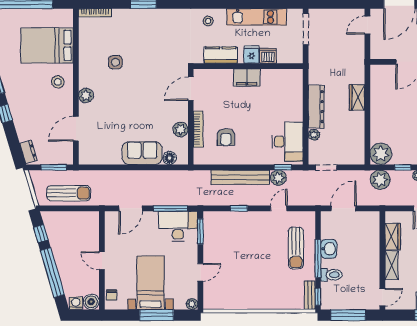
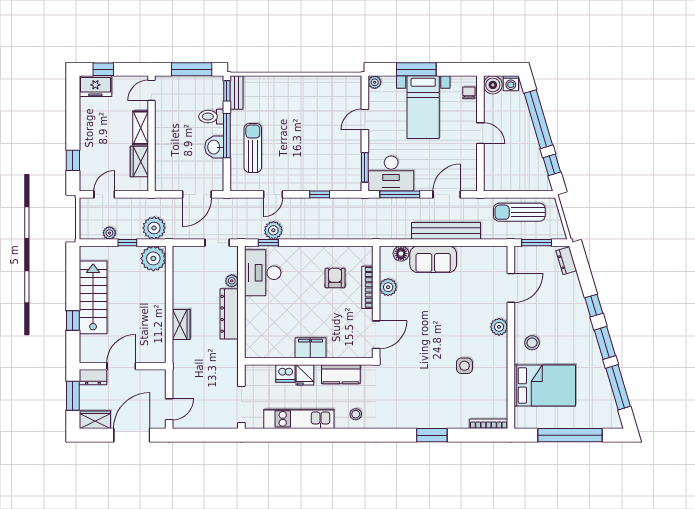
bench: (240, 177) -> (446, 231), moved

